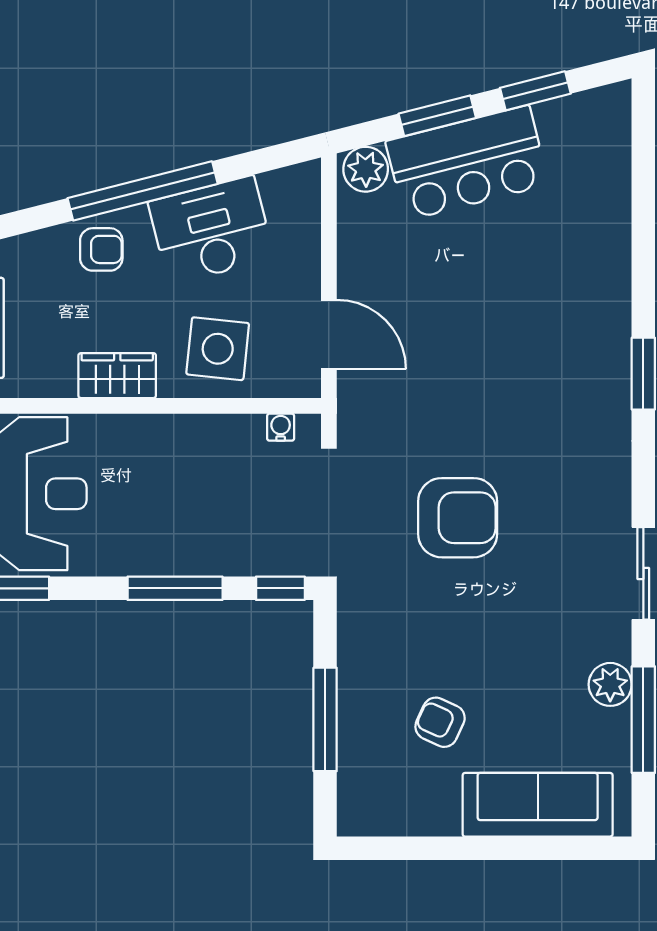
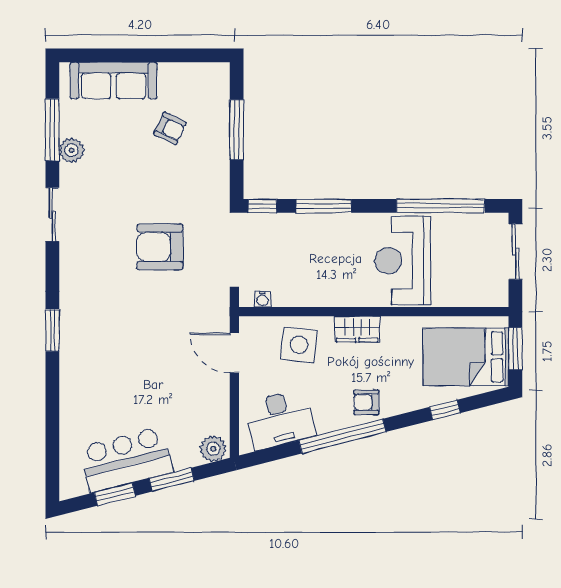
bar counter: (467, 163) -> (126, 460), moved
desk: (211, 230) -> (280, 419), moved

